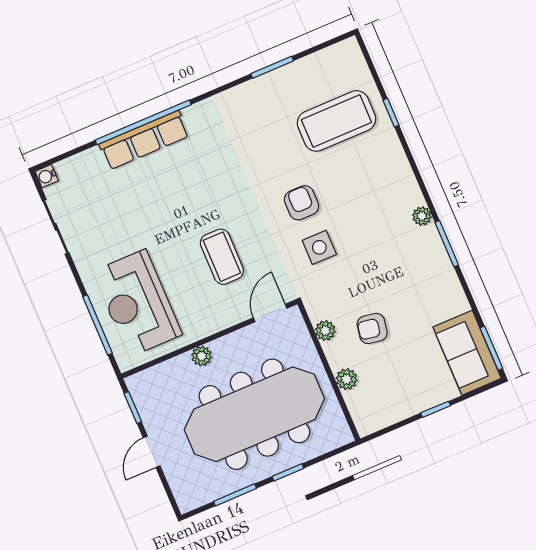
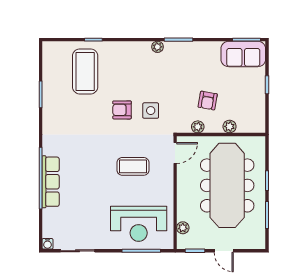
door: (270, 313) -> (175, 153), swing flipped
plant: (202, 356) -> (183, 228), moved

